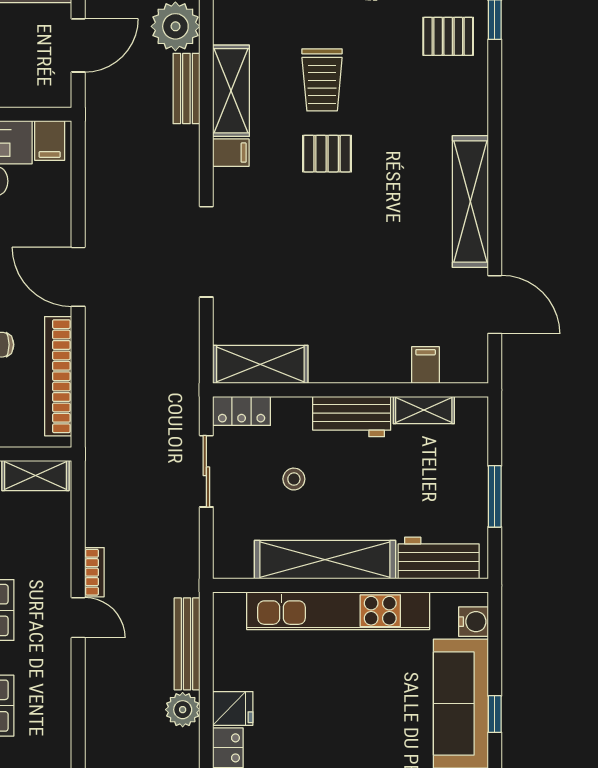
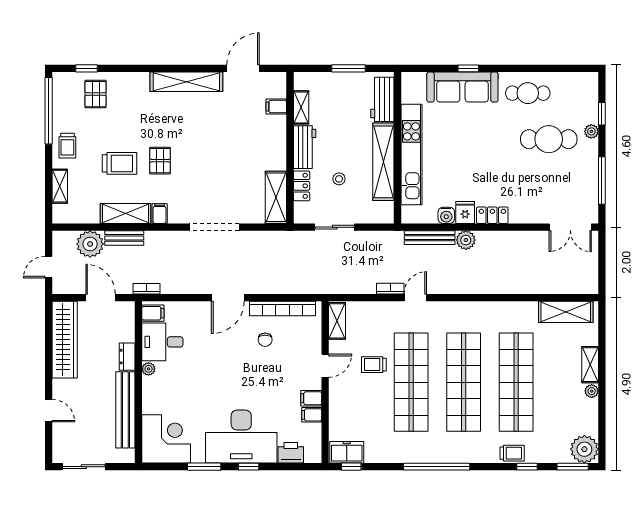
bookcase: (94, 129) -> (147, 289), added
locker: (242, 411) -> (302, 186), moved
water cooler: (474, 622) -> (446, 215), moved, turned 180

